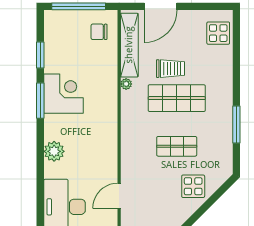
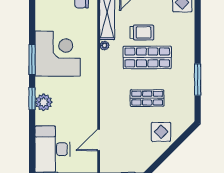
window: (40, 55) -> (32, 99), moved
corner desk: (64, 94) -> (58, 54), width x1.36, depth x1.36

